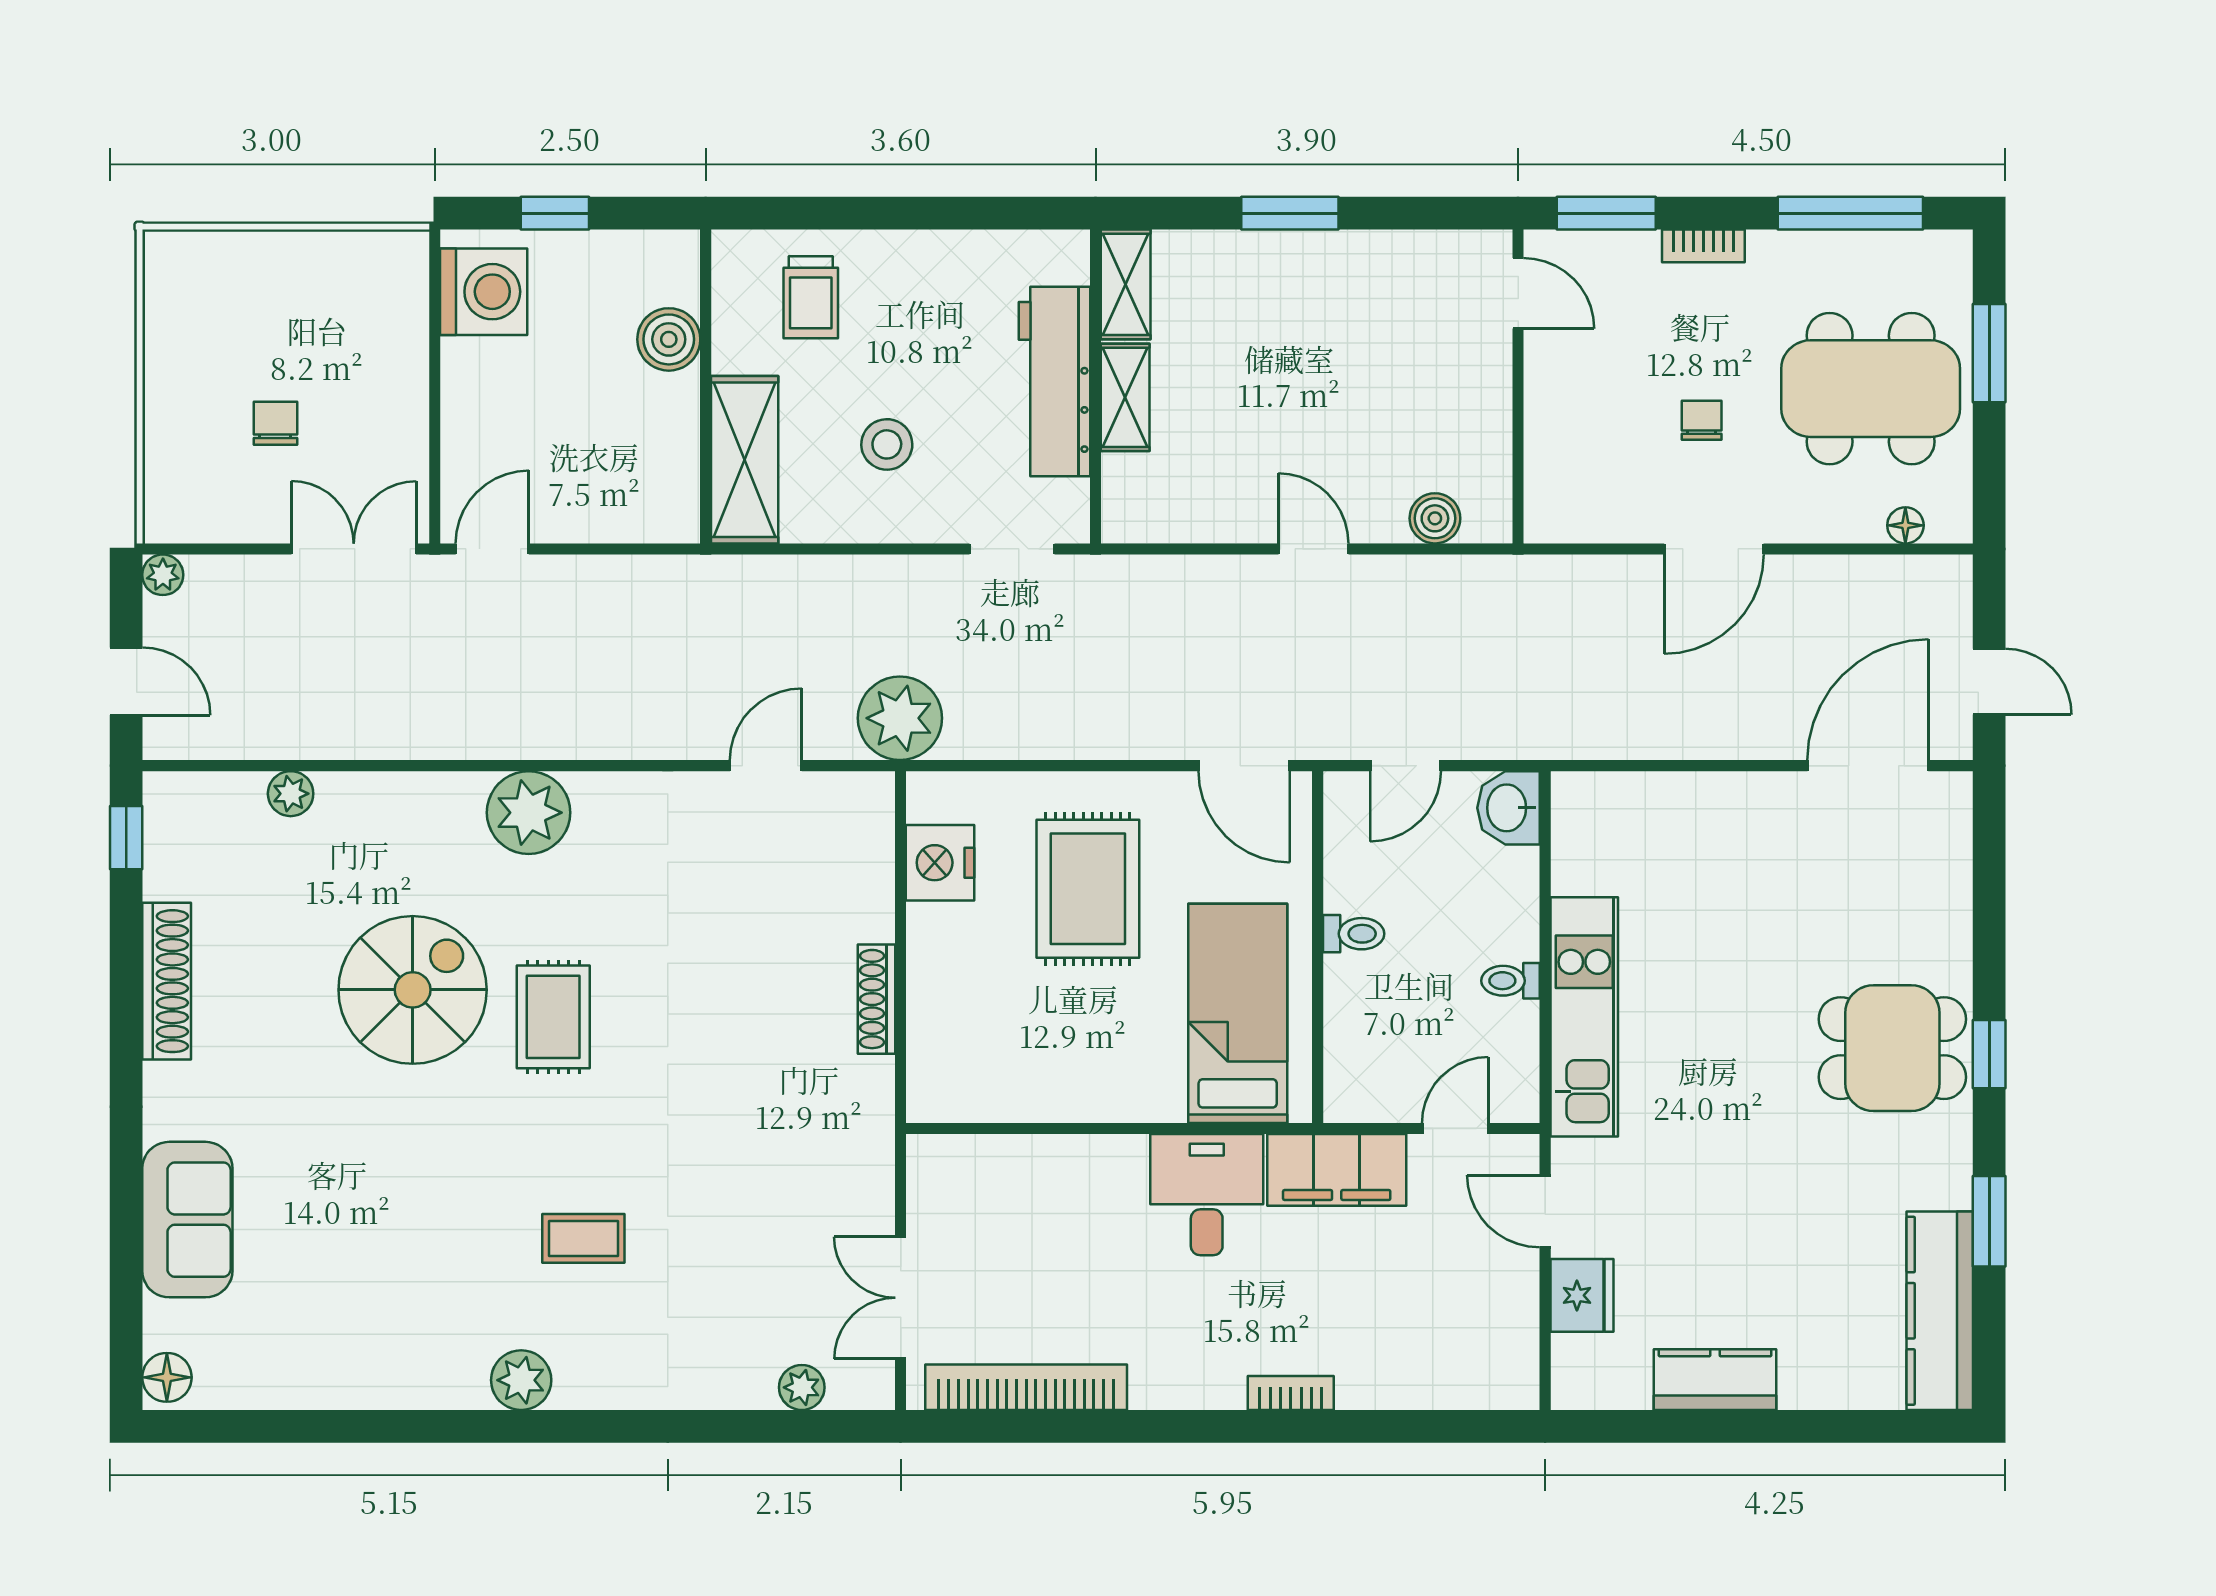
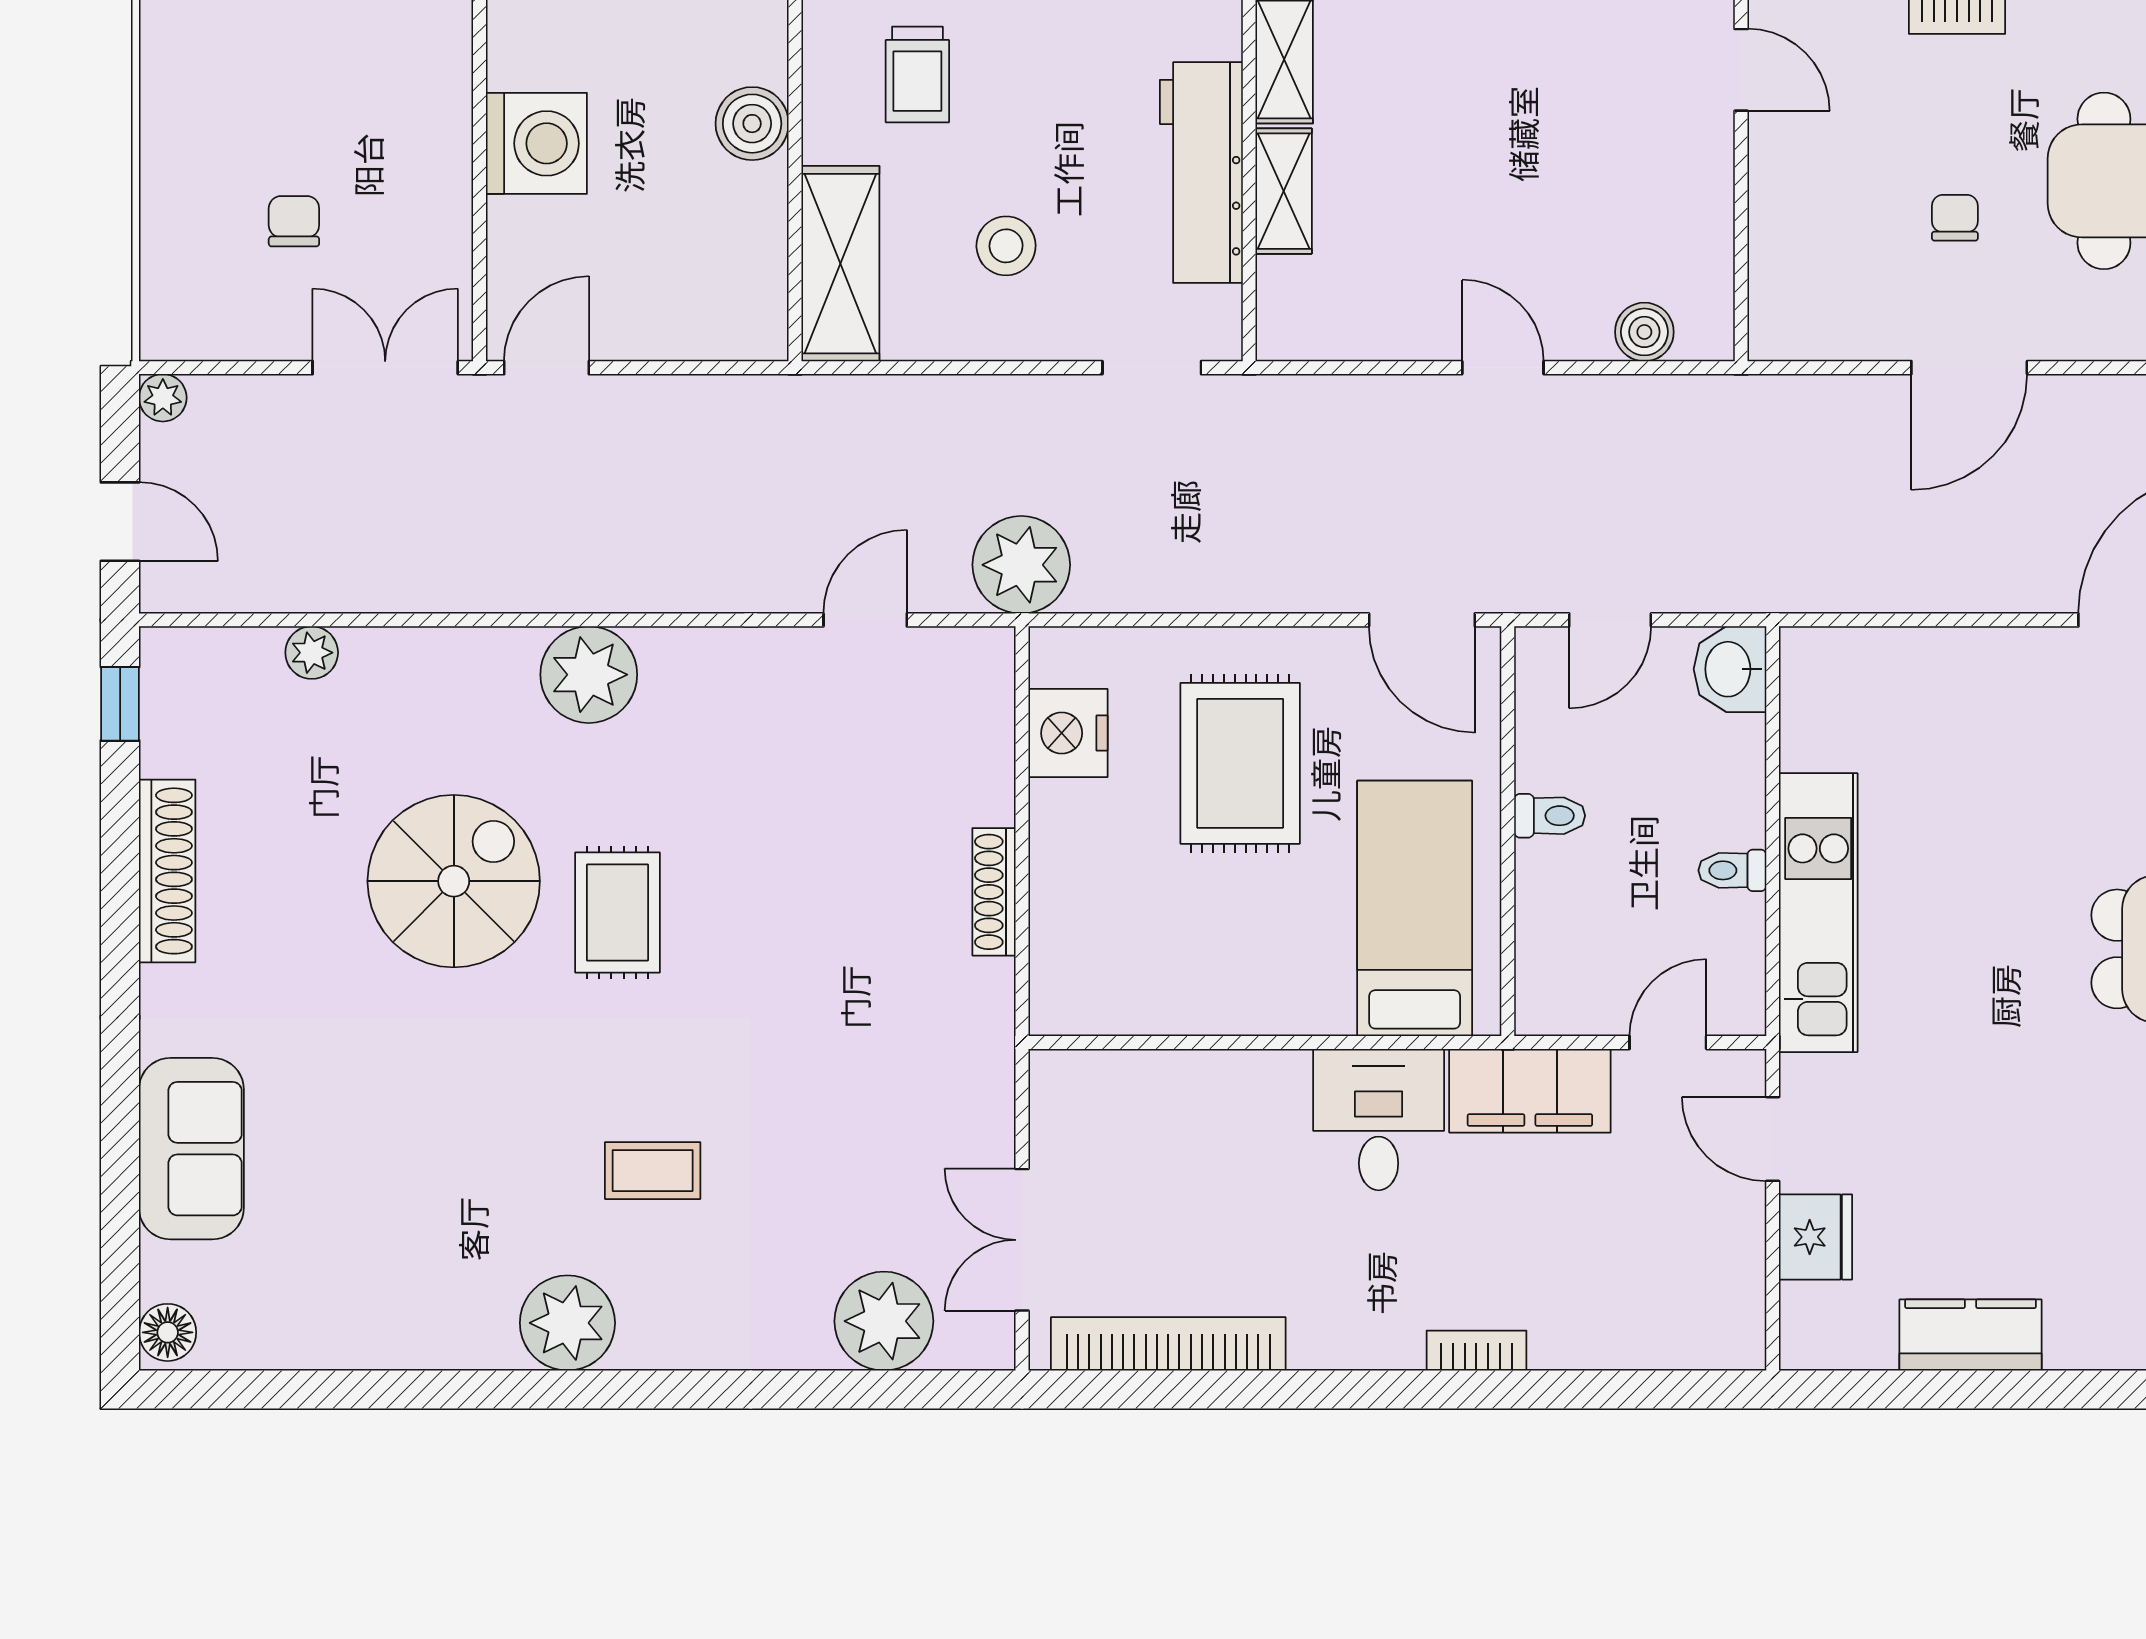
washing machine: (484, 292) -> (536, 143), moved
plant: (521, 1380) -> (567, 1323), width x1.36, depth x1.36
plant: (802, 1387) -> (884, 1321), width x1.87, depth x1.87

